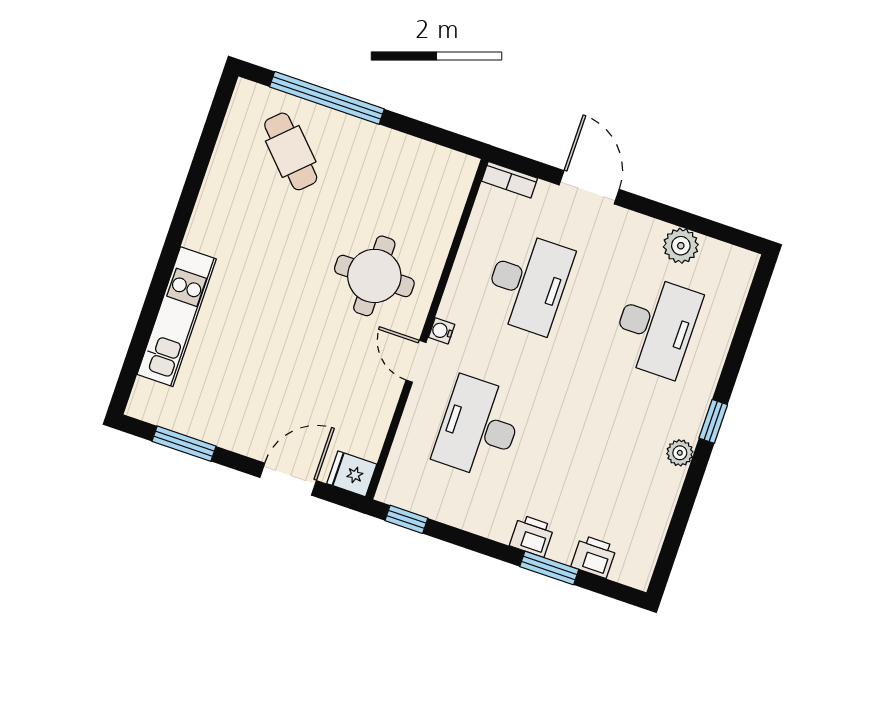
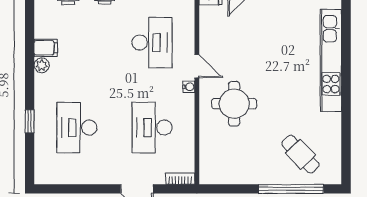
plant: (681, 246) -> (78, 175), removed
kitchen unit: (177, 317) -> (331, 60), width x1.36
window: (713, 421) -> (30, 121), moved
filing cabinet: (663, 480) -> (46, 48), added

